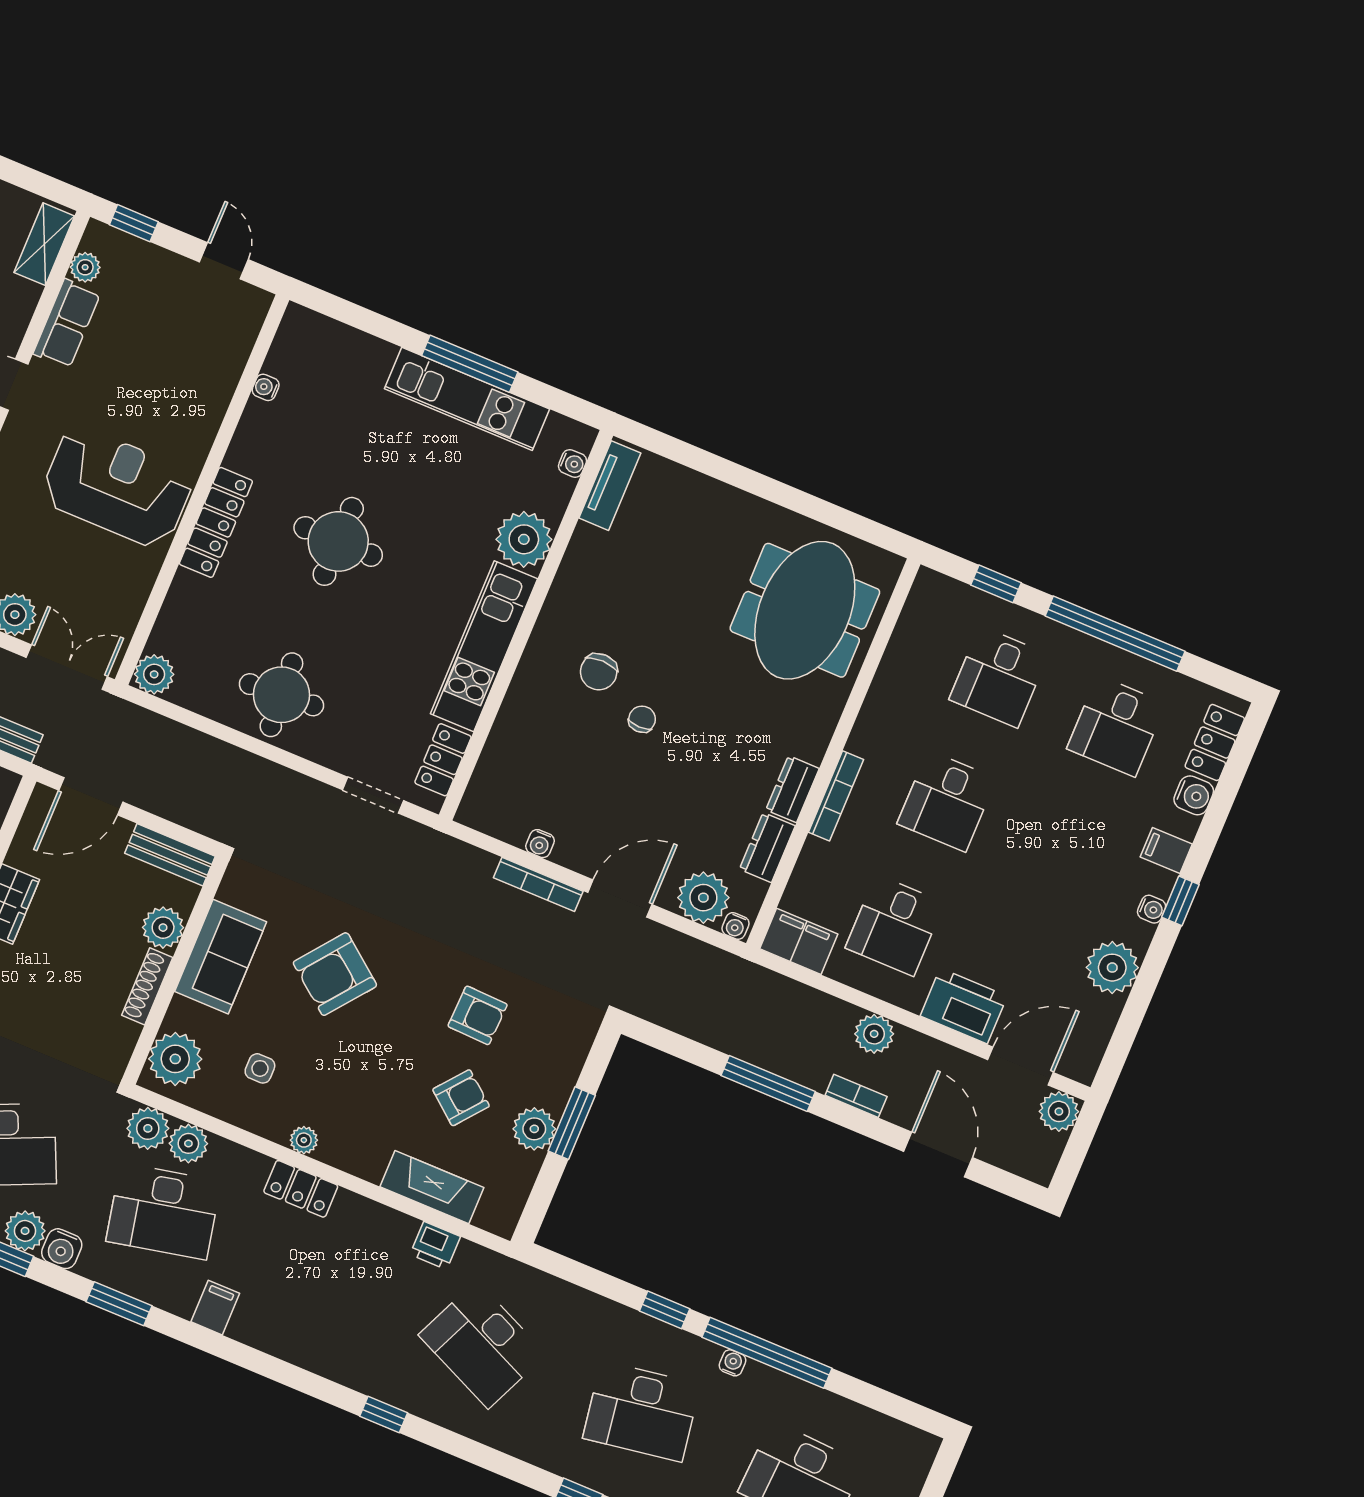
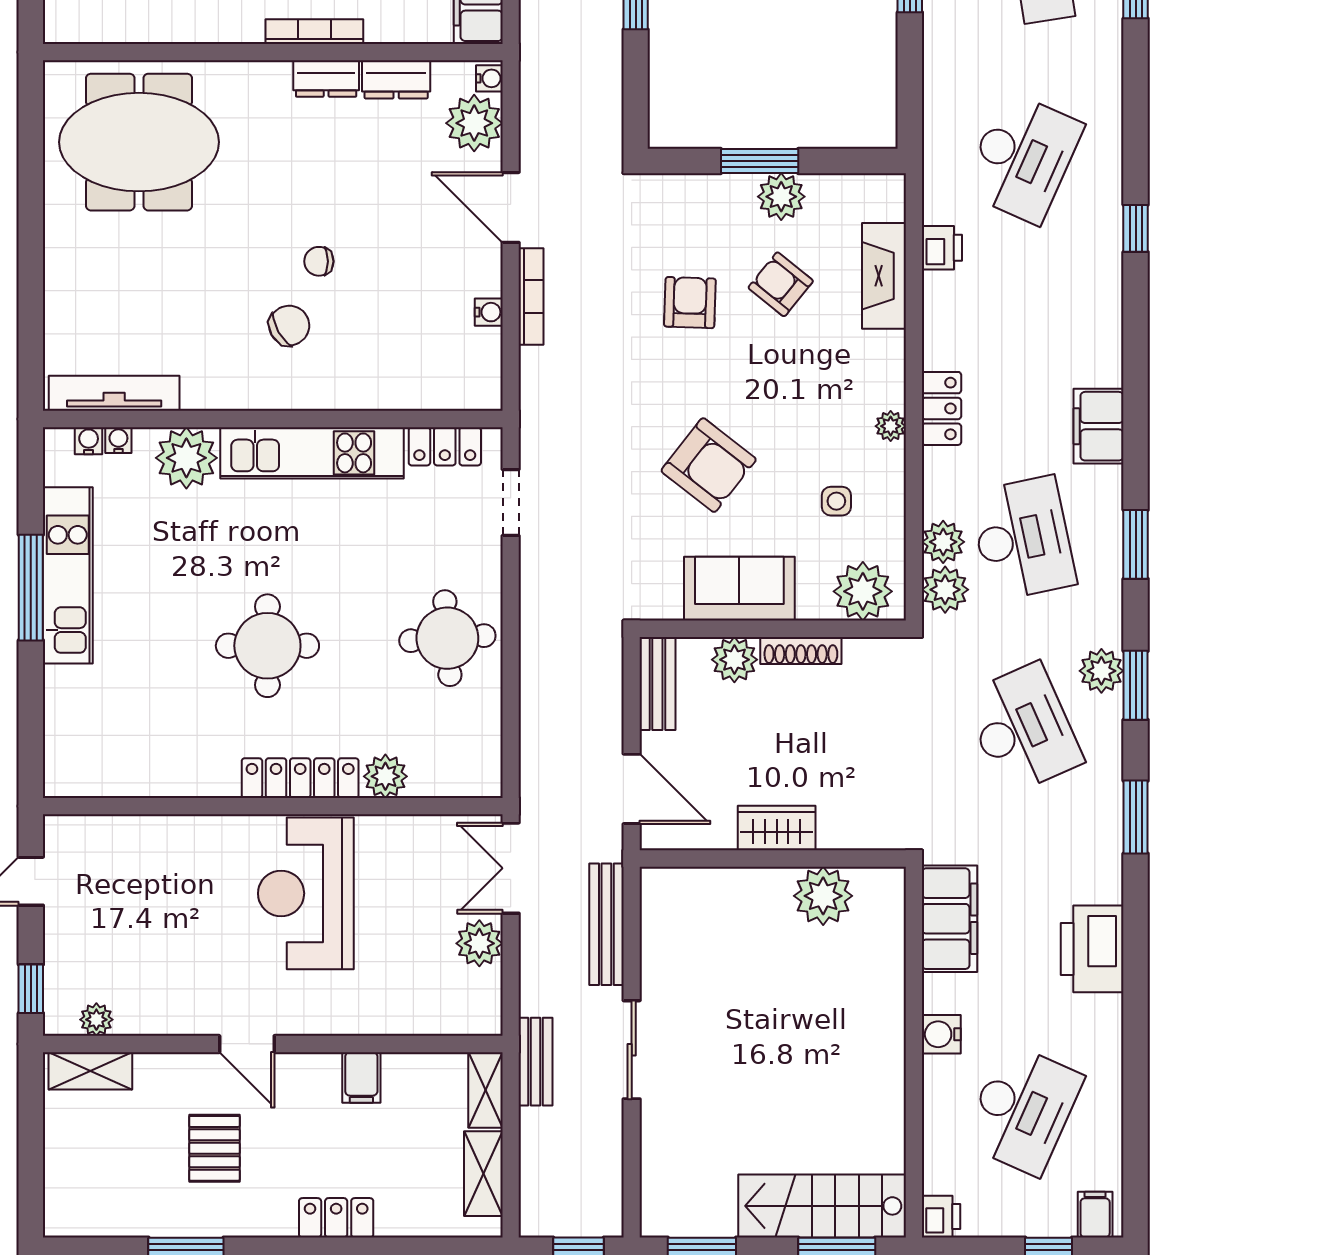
row of seats: (67, 324) -> (161, 1014), removed
water cooler: (266, 387) -> (118, 440), moved, turned 180
tv unit: (610, 486) -> (114, 393), width x1.41
chair: (599, 672) -> (289, 326), turned -30
plant: (154, 674) -> (385, 776), moved
water cooler: (62, 1249) -> (1104, 626), removed
filing cabinet: (215, 1308) -> (1098, 426), width x2.00

